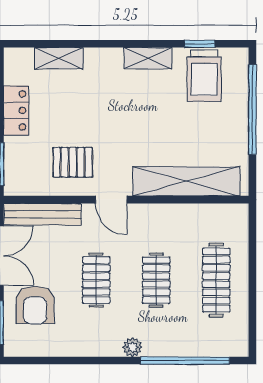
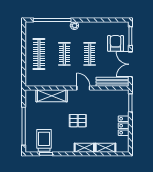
shelving: (148, 58) -> (84, 148), moved
pallet: (73, 162) -> (78, 121), moved
shelving: (186, 181) -> (52, 96), width x0.68

